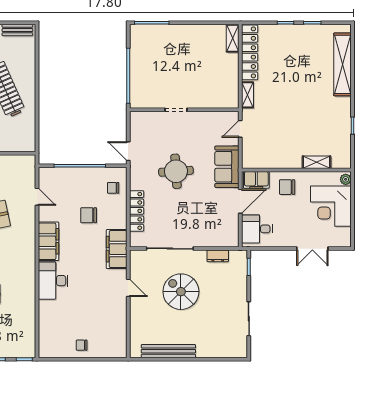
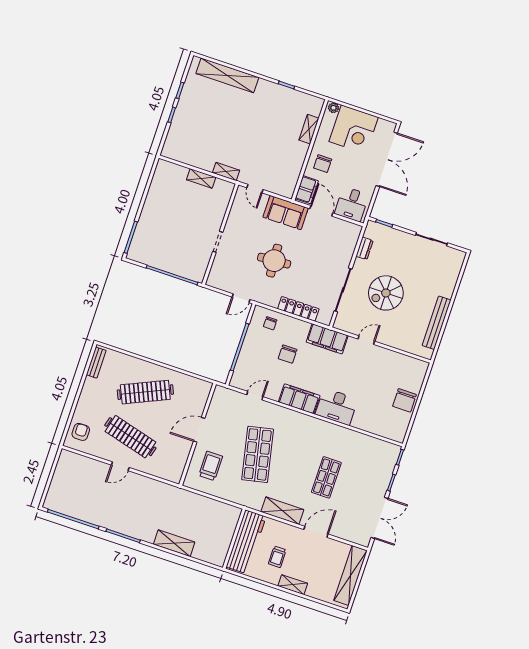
shelving: (233, 38) -> (201, 178), moved
locker: (250, 52) -> (188, 157), removed
double door: (312, 249) -> (387, 159), width x1.87
chair: (82, 345) -> (404, 400), width x1.87, depth x1.87

